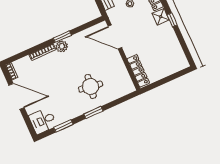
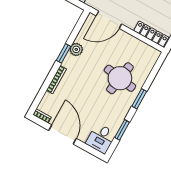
plant: (62, 46) -> (76, 49), moved
round table: (90, 87) -> (120, 78), width x1.36, depth x1.36
door: (16, 96) -> (63, 134), hinge flipped

